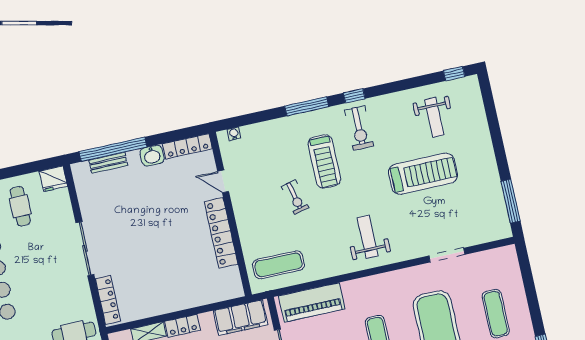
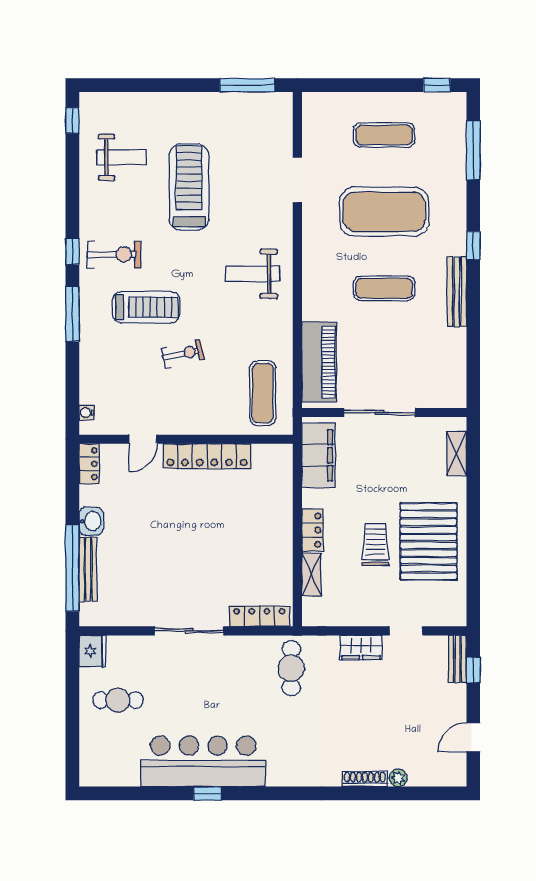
locker: (187, 146) -> (89, 464), width x0.66
bench: (108, 163) -> (88, 569), width x1.36

